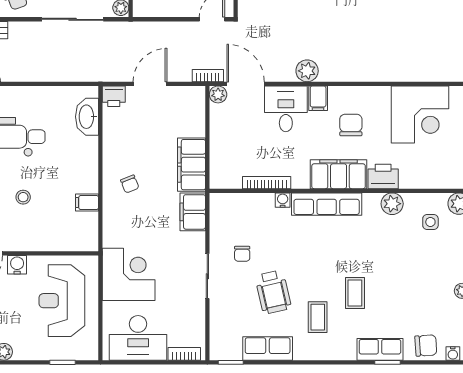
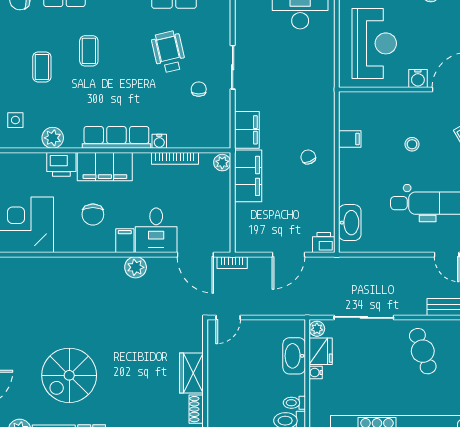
plant: (218, 94) -> (222, 163), moved
corner desk: (129, 274) -> (309, 69), removed
coffee table: (318, 317) -> (42, 67), moved

